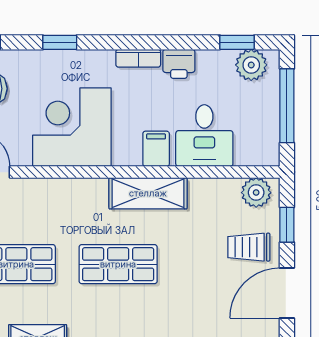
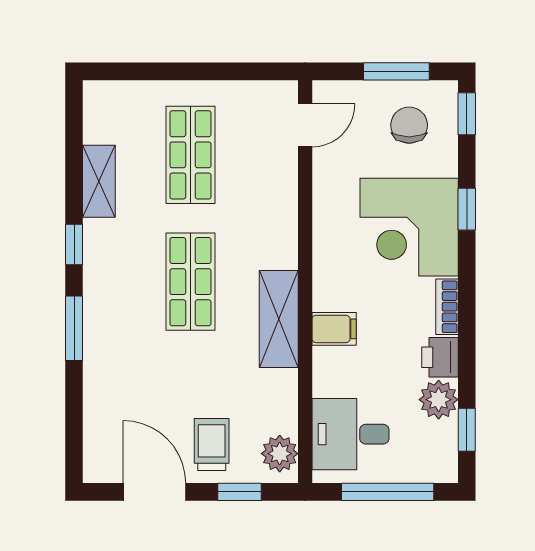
plant: (251, 65) -> (439, 400), moved
corner desk: (72, 127) -> (409, 227), moved, turned 180
desk: (204, 136) -> (351, 434), moved

